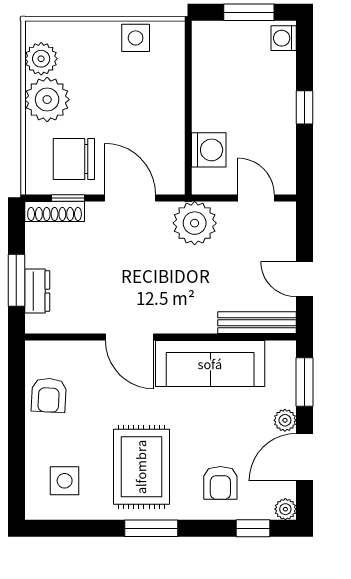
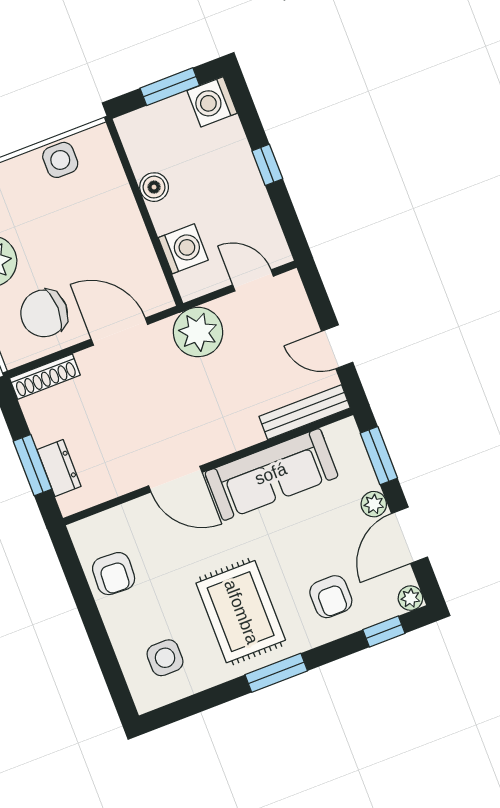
washing machine: (284, 38) -> (212, 102), width x1.38, depth x1.38
boiler: (204, 90) -> (154, 187), added
window: (68, 198) -> (54, 357), removed

